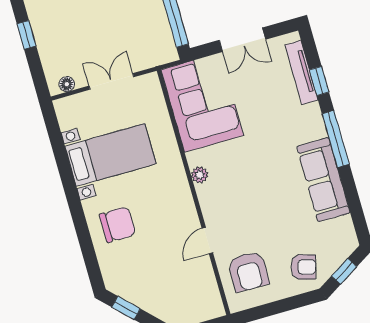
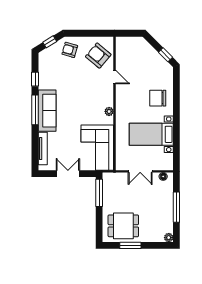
window: (27, 35) -> (176, 207), width x2.17
window: (319, 81) -> (35, 79), moved
sofa: (323, 180) -> (47, 111), moved
door: (207, 241) -> (115, 77), hinge flipped
armchair: (248, 271) -> (98, 56), turned -51

